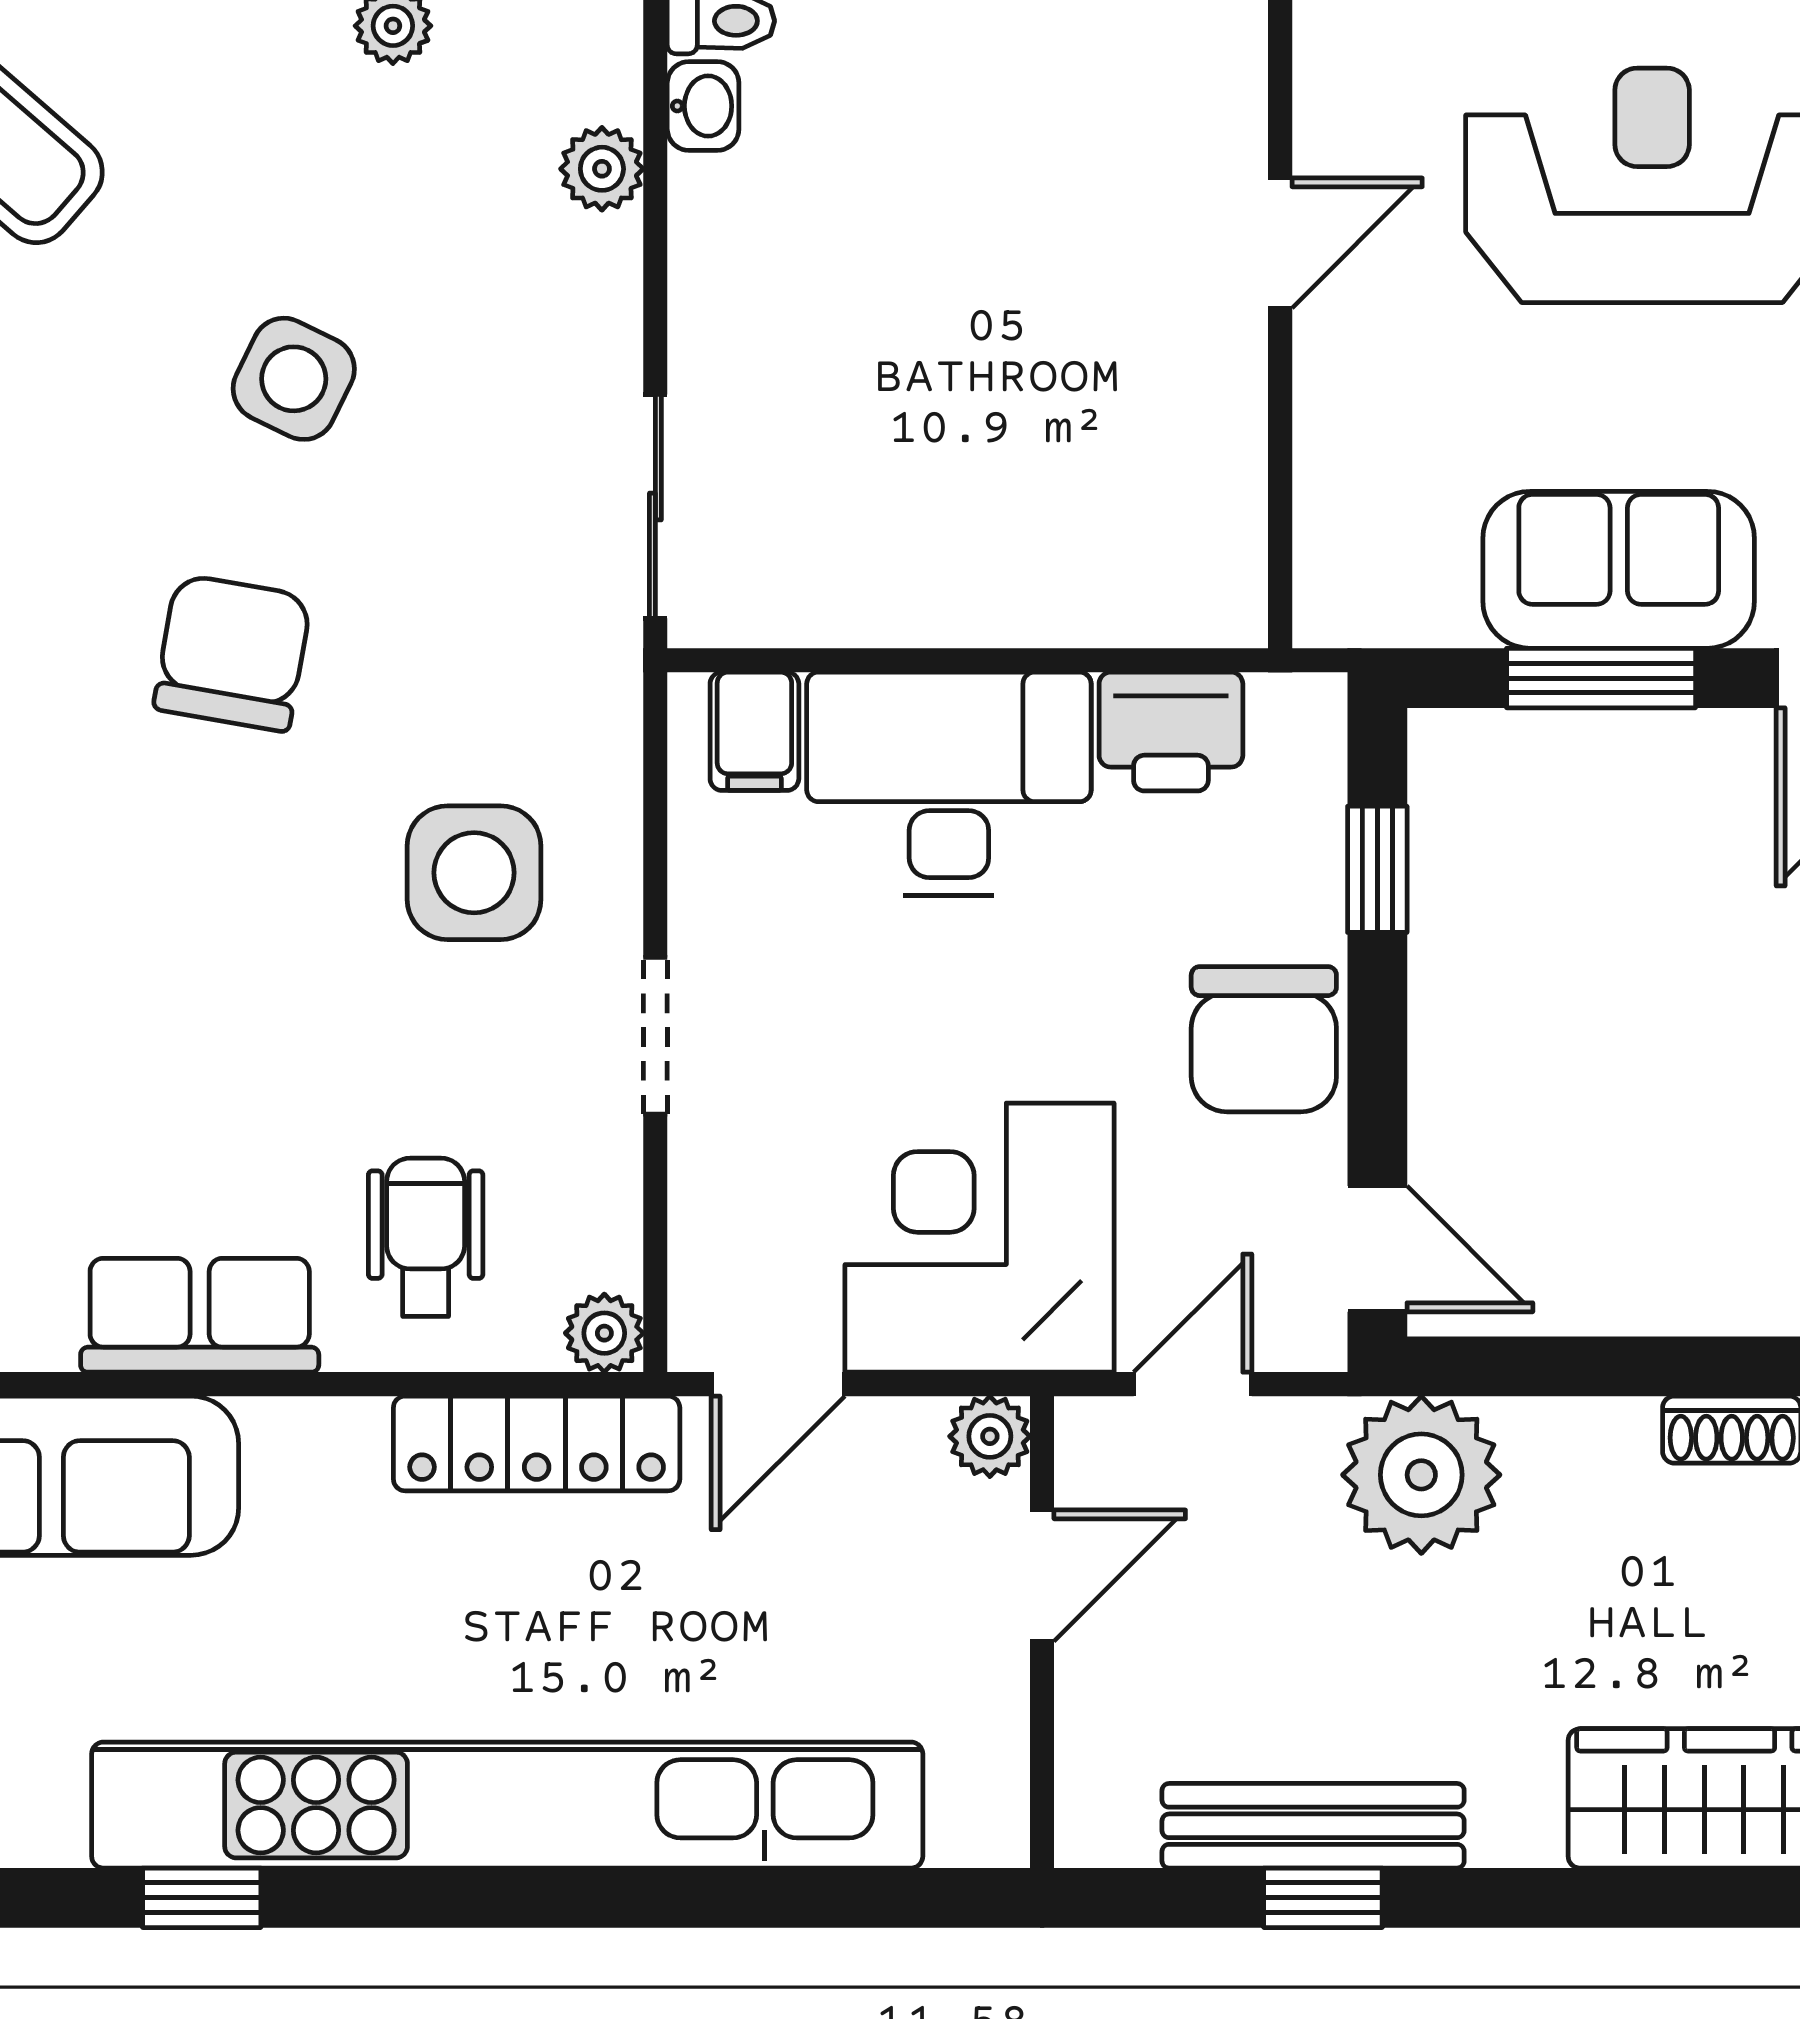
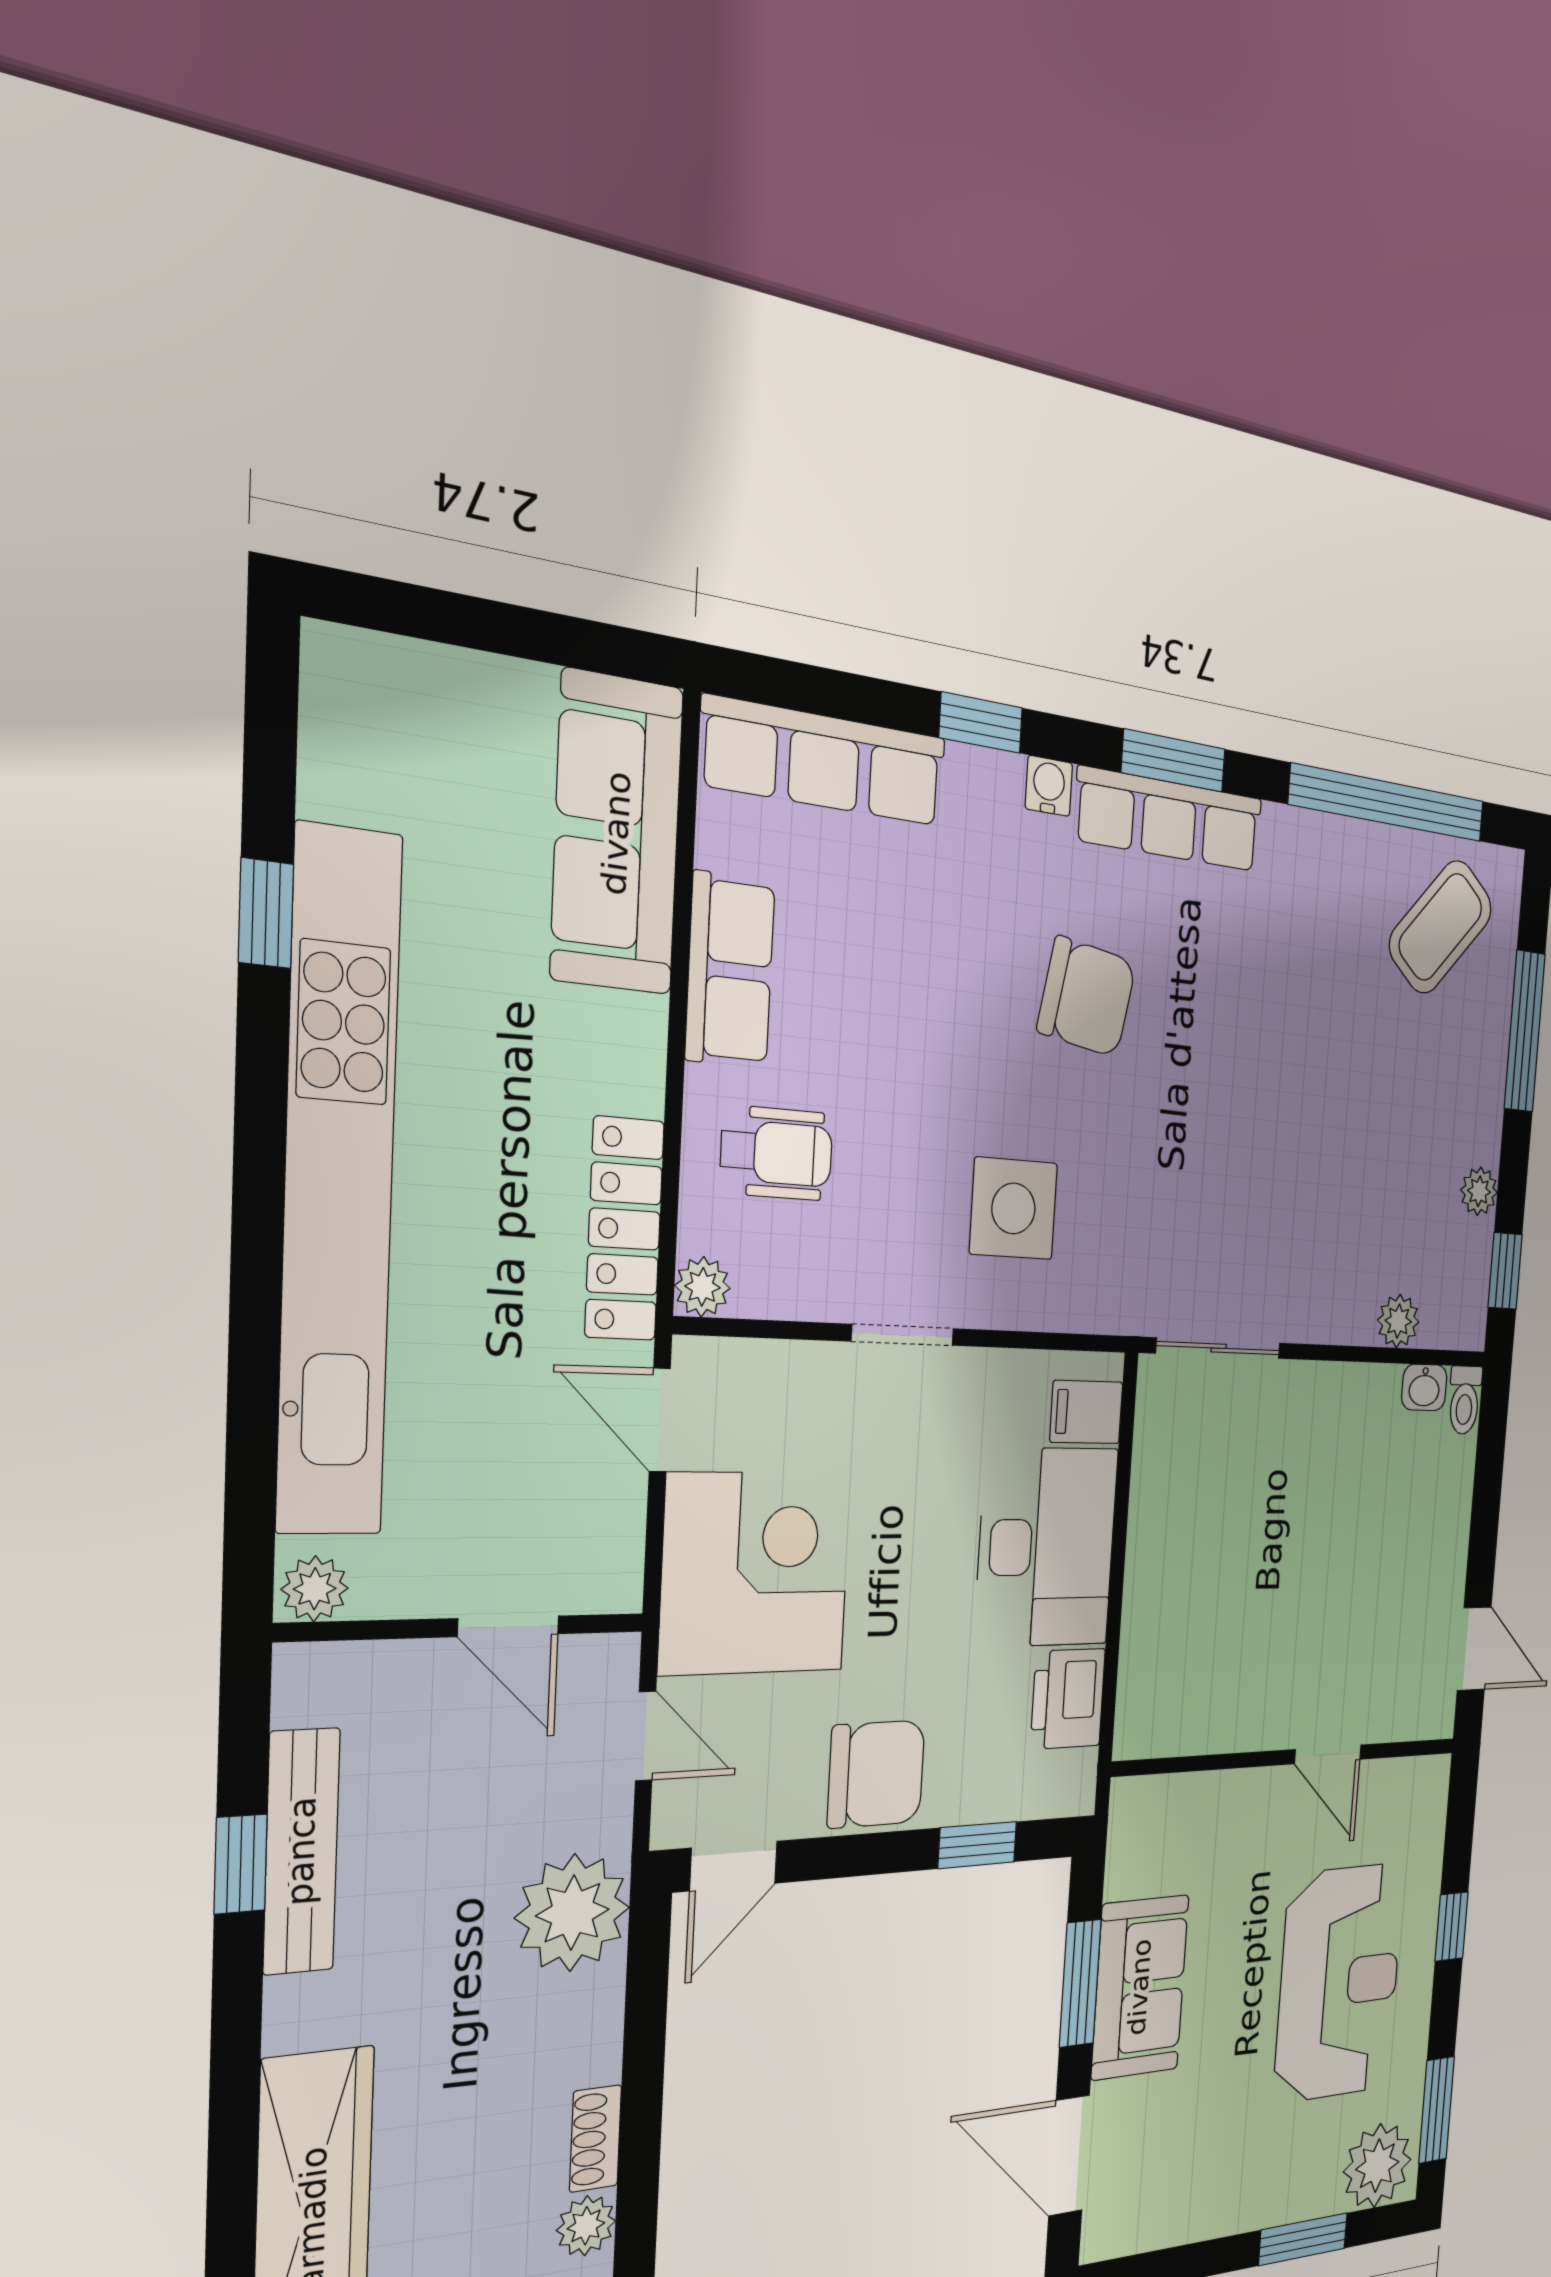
side table: (294, 379) -> (1305, 1108), removed
chair: (233, 653) -> (1087, 997), moved
chair: (1264, 1039) -> (876, 1774), turned 180
plant: (990, 1436) -> (315, 1589), moved

